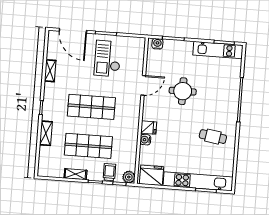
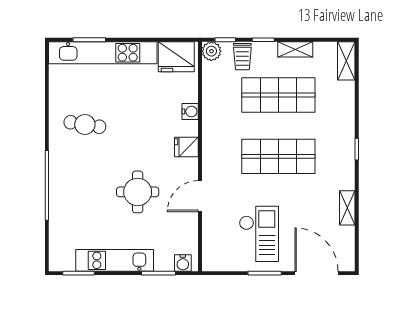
kitchen unit: (218, 50) -> (115, 260), moved
fridge: (149, 128) -> (186, 147), moved
shelving: (46, 133) -> (346, 61), moved

